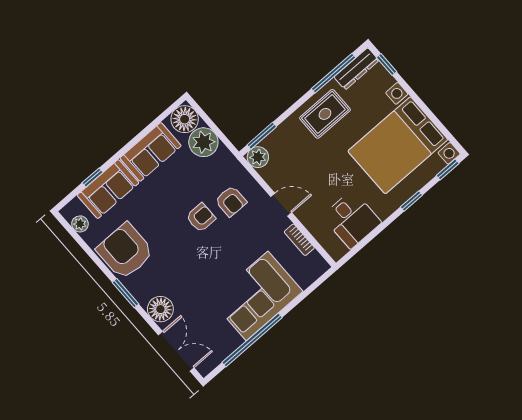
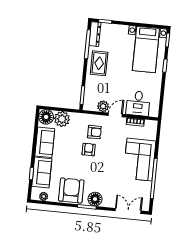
bed with nightstands: (398, 145) -> (146, 49), width x0.73
plant: (258, 157) -> (103, 106), moved
desk: (352, 219) -> (138, 103), moved, turned 90
armchair: (125, 251) -> (71, 190), turned 90
floor lamp: (160, 309) -> (95, 199), moved

